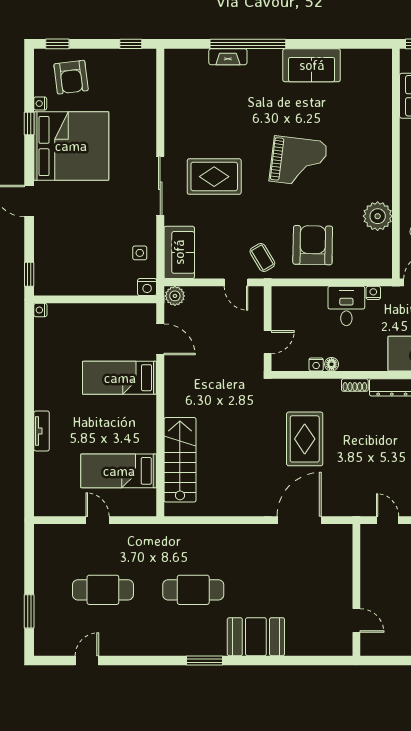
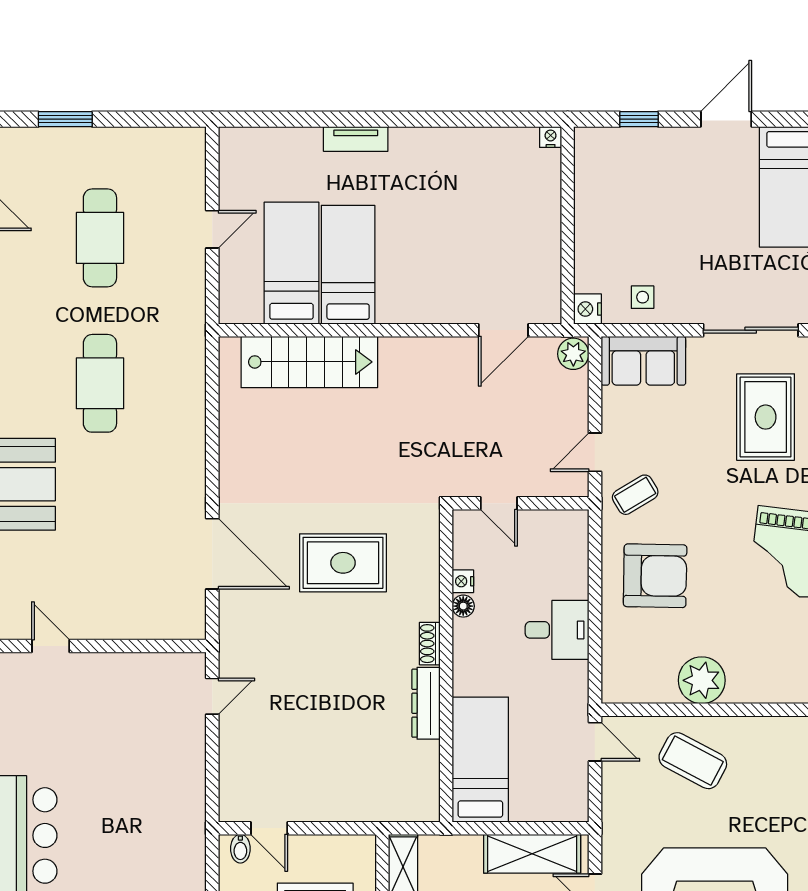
window: (29, 274) -> (639, 119), moved
nightstand: (373, 293) -> (578, 673), removed
bed: (120, 378) -> (348, 265), moved
door: (356, 620) -> (51, 646), swing flipped

